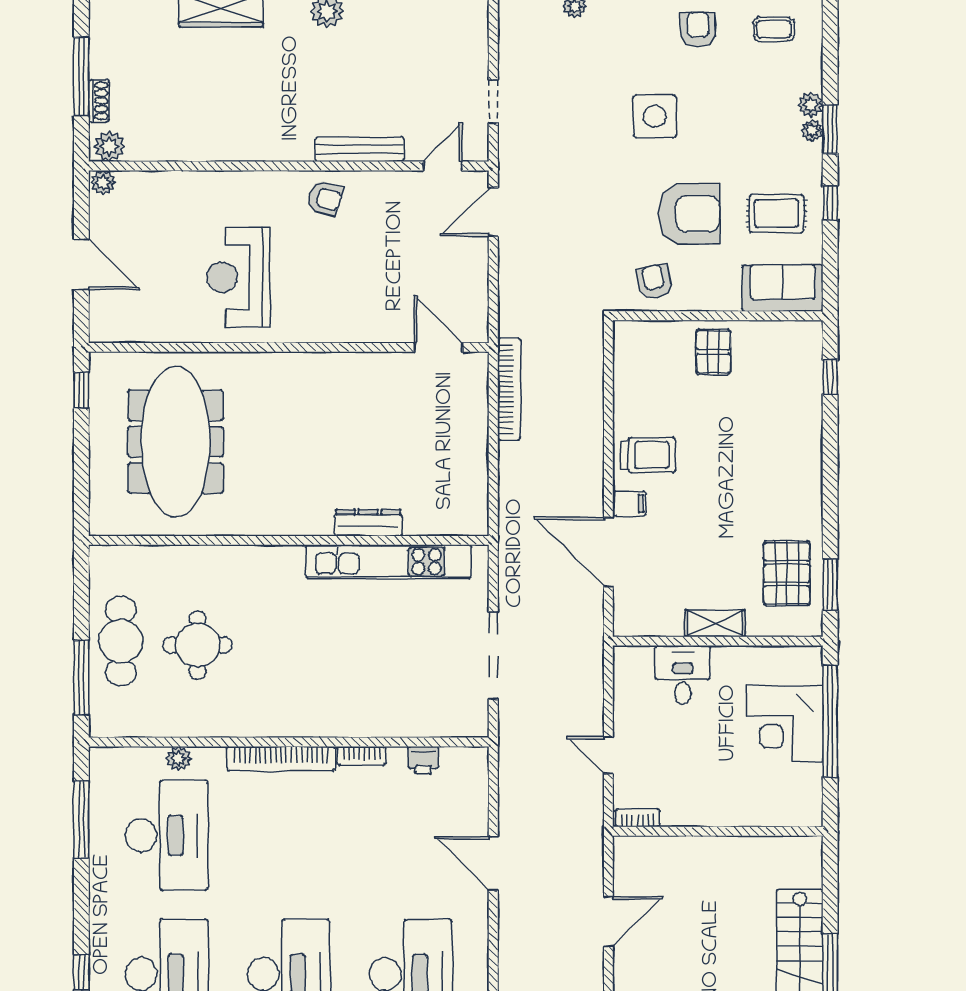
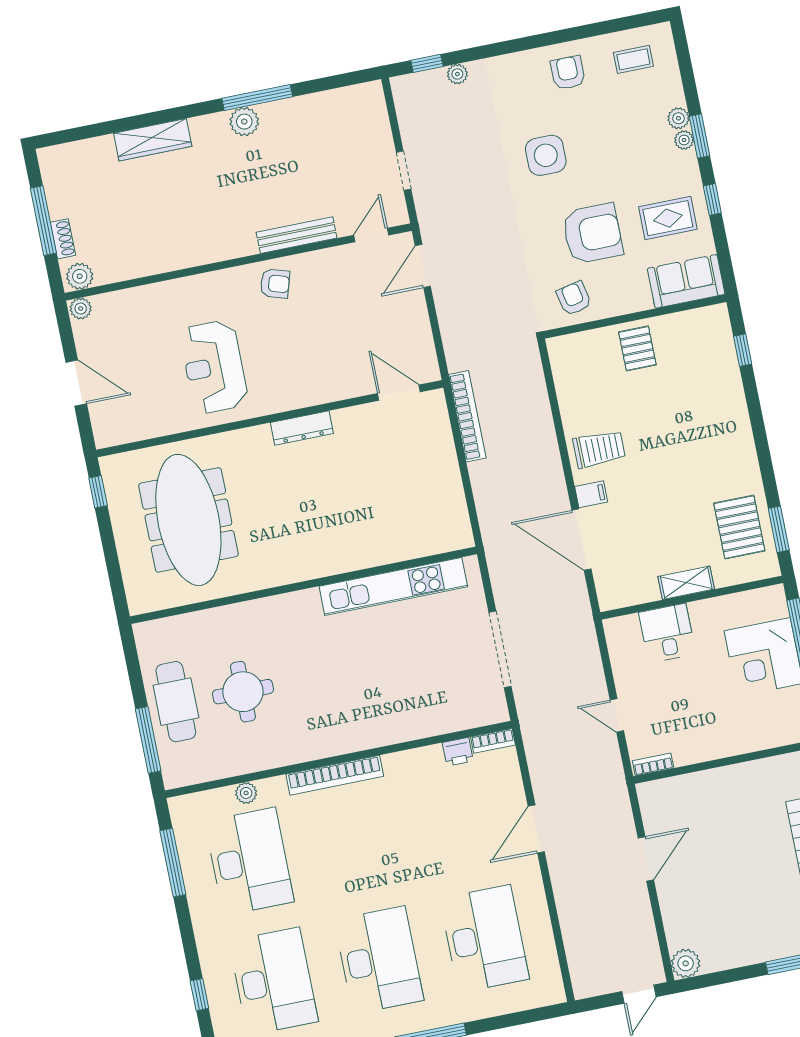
dresser: (368, 523) -> (302, 428), moved, turned 180
bookcase: (362, 756) -> (493, 741), moved
door: (493, 864) -> (536, 829), hinge flipped

